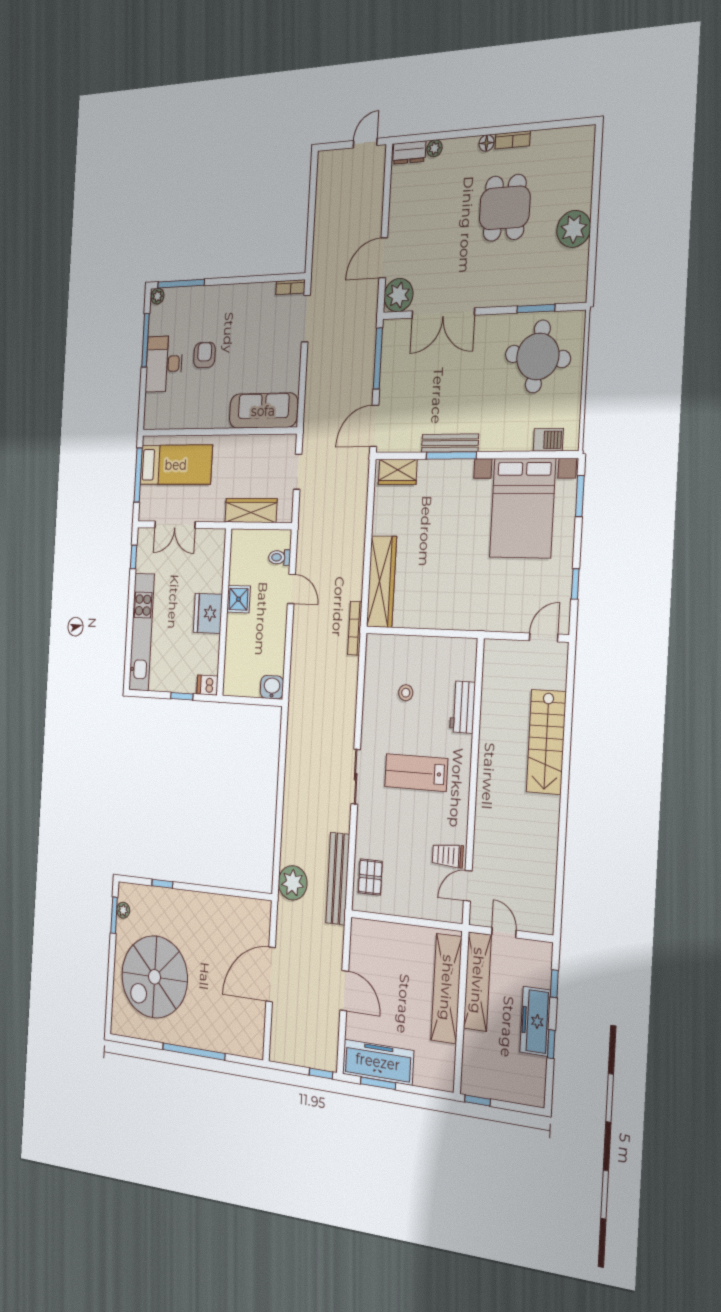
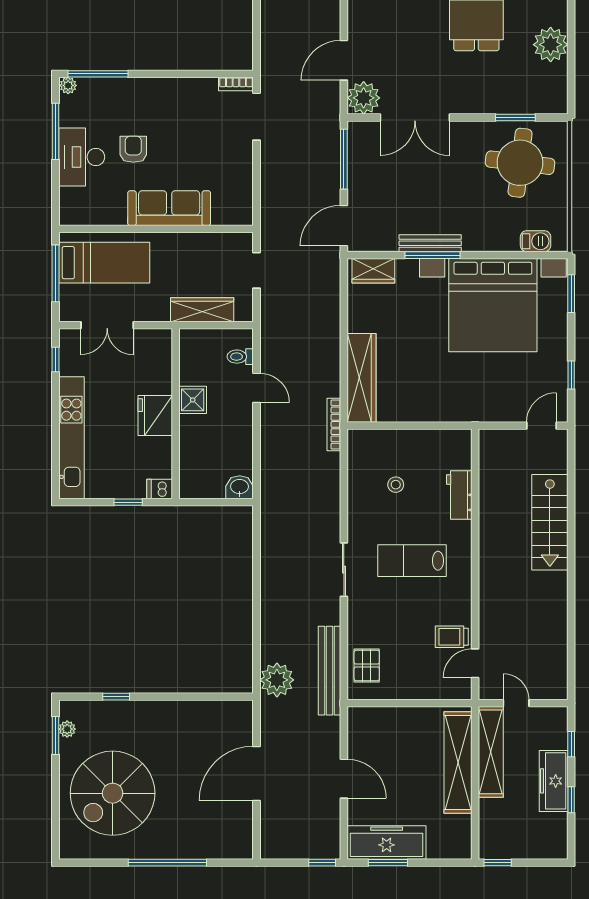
sofa: (263, 411) -> (169, 208), moved
bed with nightstands: (523, 508) -> (493, 305), width x1.36

